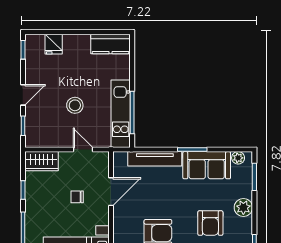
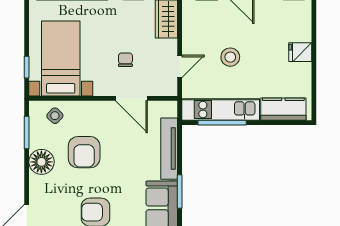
fridge: (54, 44) -> (300, 52), moved
kitchen counter: (111, 44) -> (283, 109), moved, turned 90

